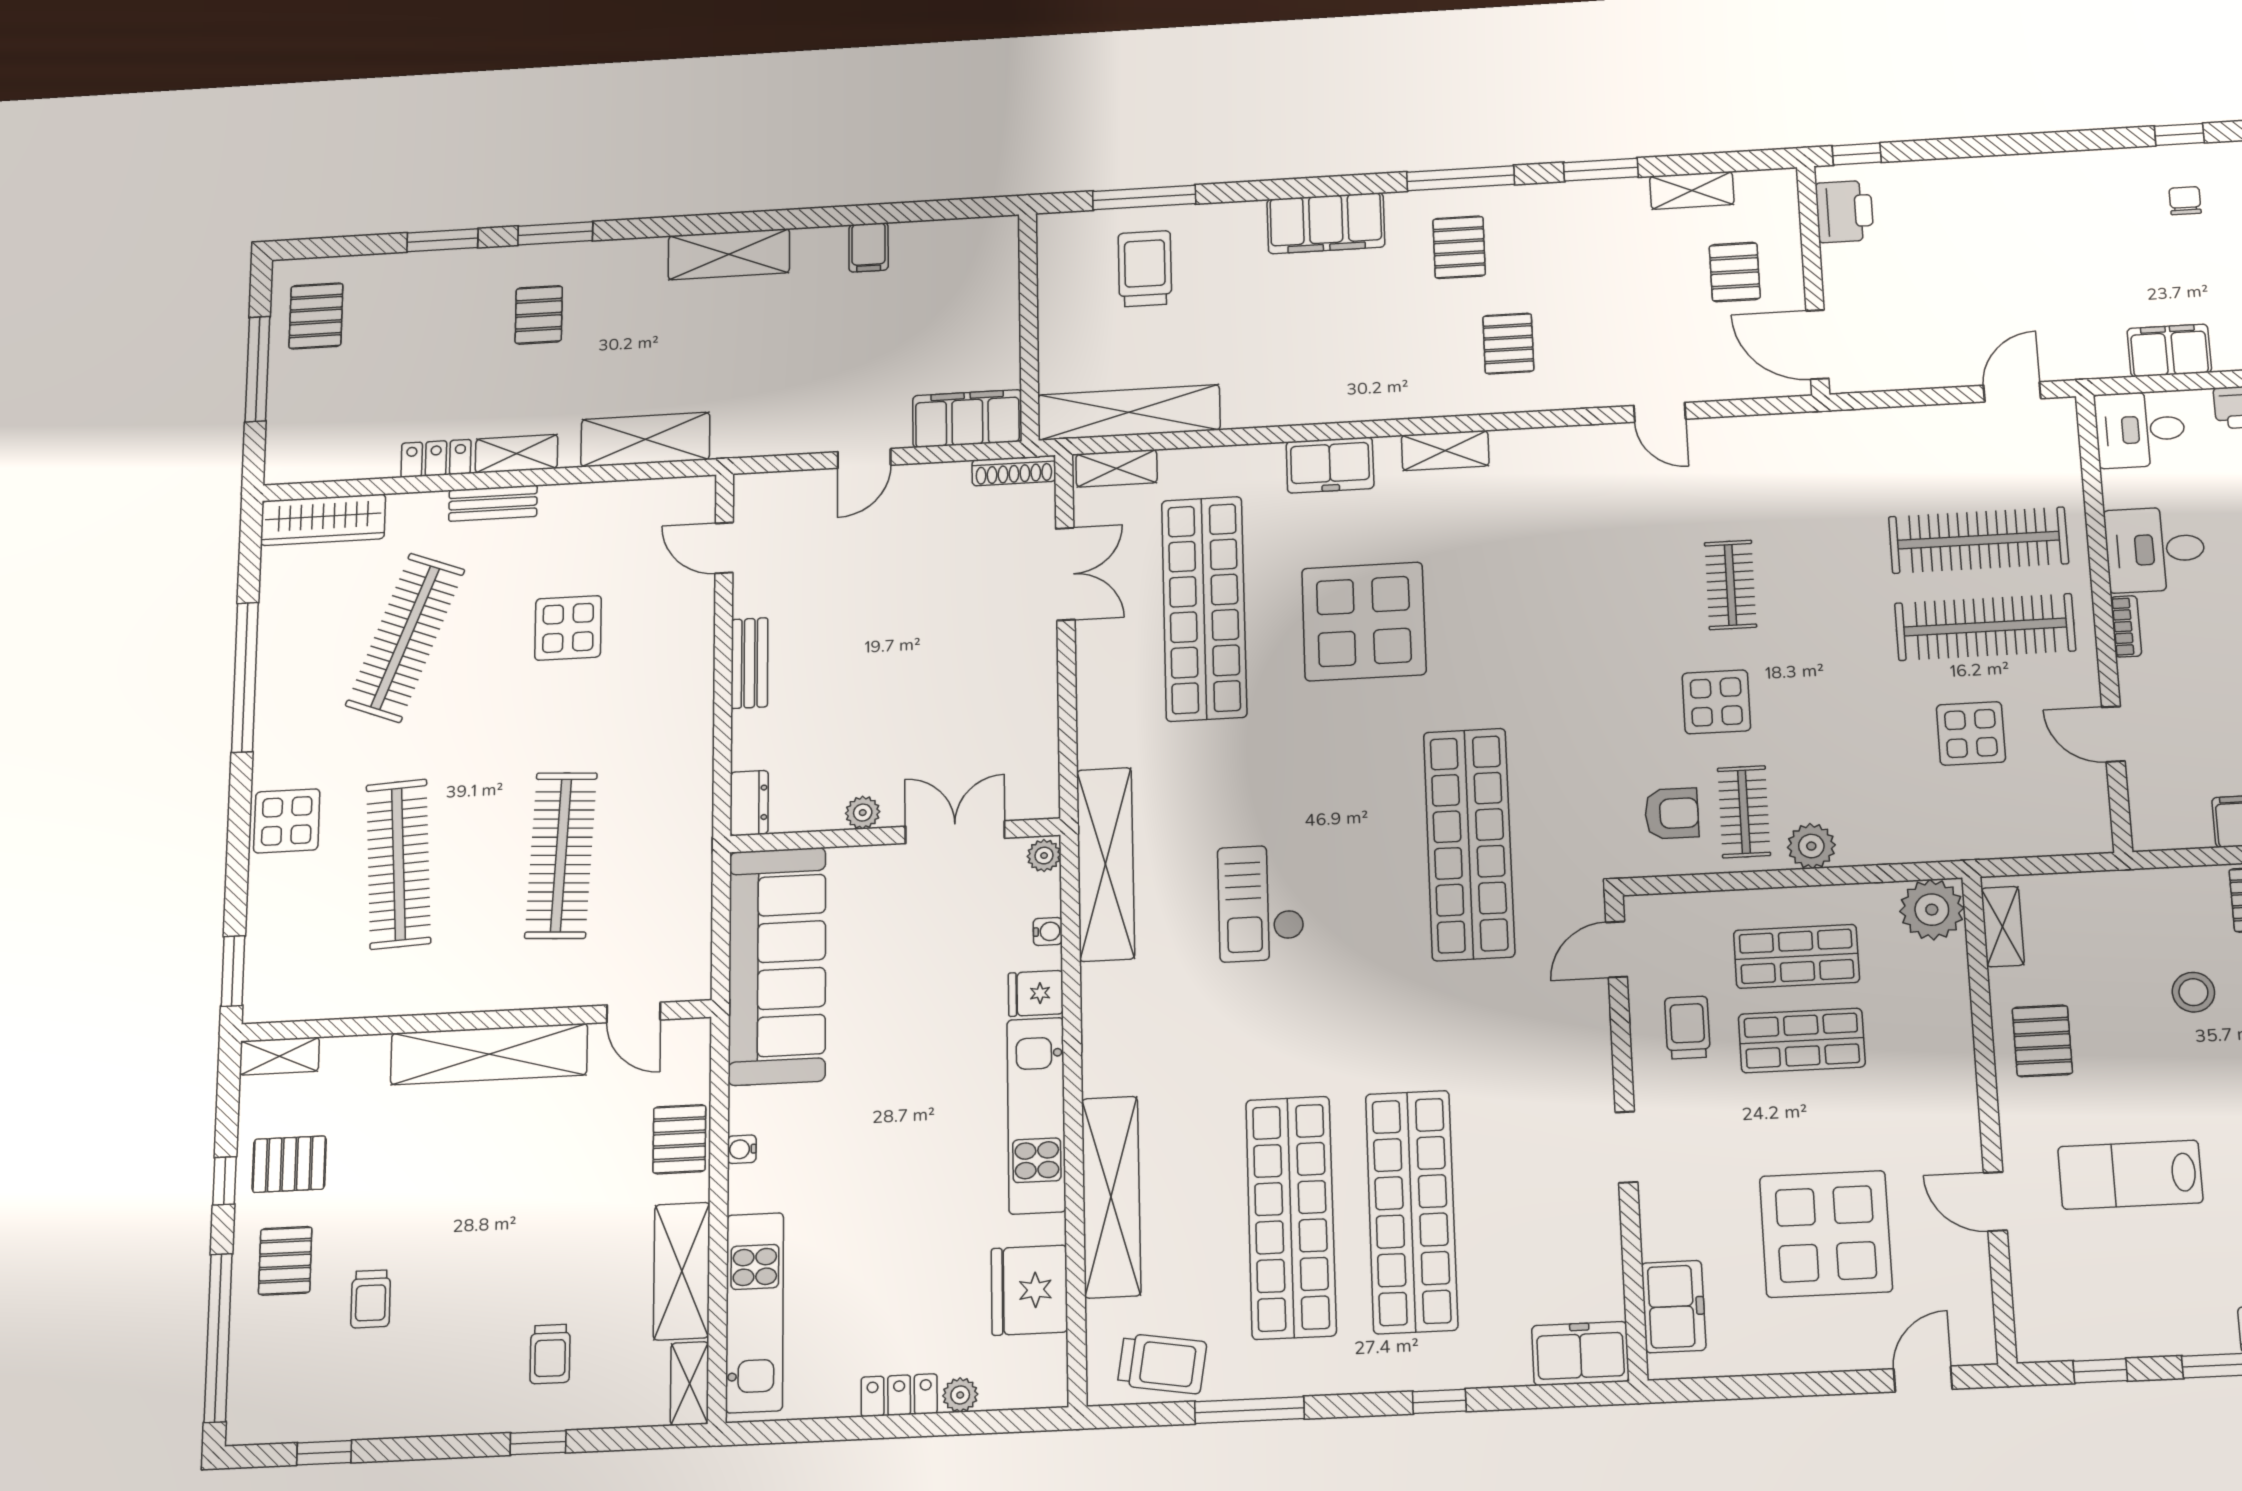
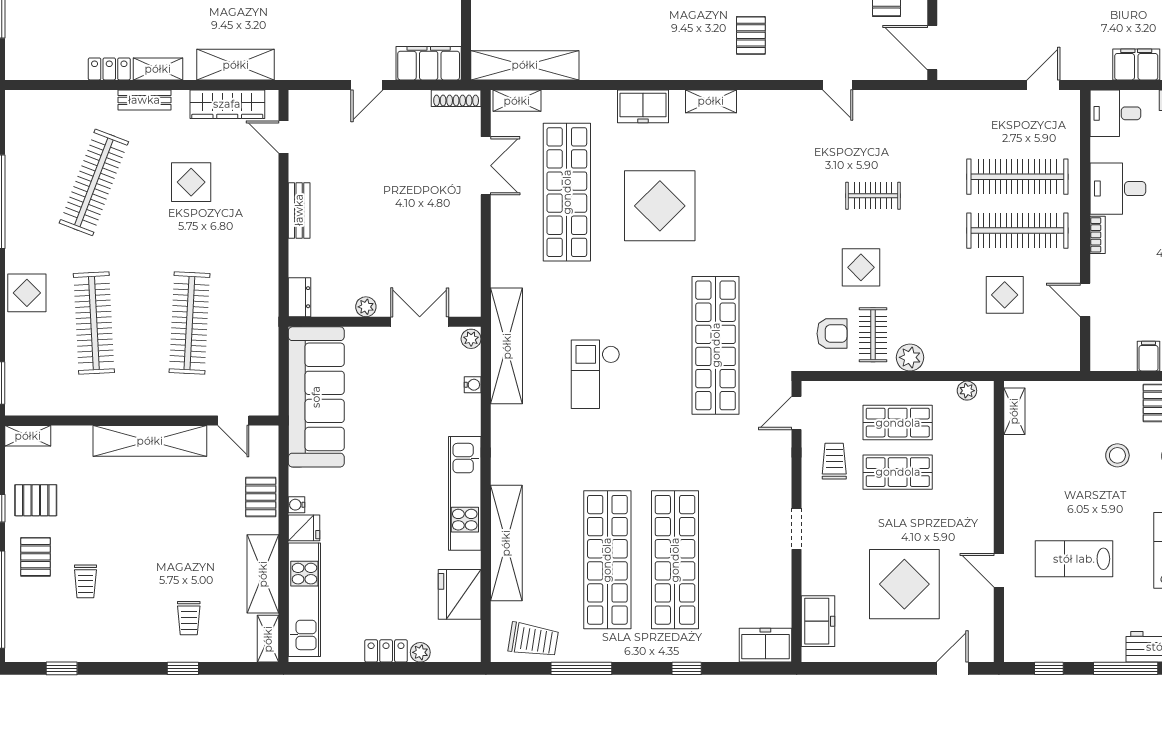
wardrobe: (323, 520) -> (227, 104), moved
clothes rail: (1730, 585) -> (873, 196), turned 90
plant: (1932, 910) -> (967, 391), width x0.53, depth x0.53
fridge: (1036, 993) -> (304, 528), moved, turned 180
pallet: (2042, 1041) -> (1032, 479), removed

